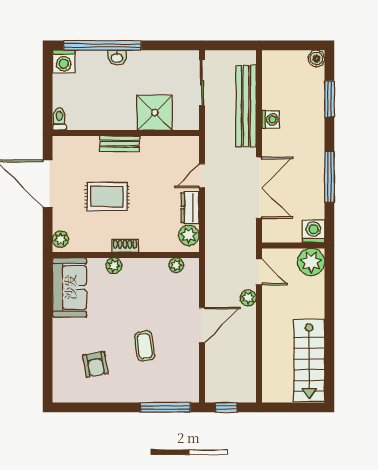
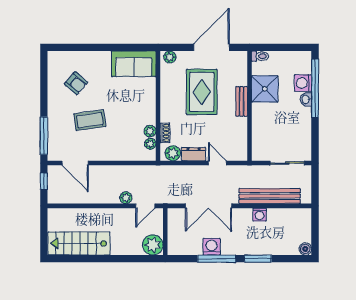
washing machine: (64, 62) -> (303, 83), moved
window: (329, 99) -> (258, 259), moved
shower: (155, 113) -> (265, 89), moved
rug: (107, 197) -> (202, 92), width x1.36, depth x1.43
washing machine: (313, 231) -> (212, 247), moved, turned -90
shoe rack: (125, 246) -> (165, 133), moved
plant: (114, 266) -> (150, 131), moved
door: (202, 325) -> (75, 163), moved
coffee table: (145, 346) -> (90, 120), width x1.36, depth x1.30
armchair: (95, 364) -> (76, 83), turned -129

